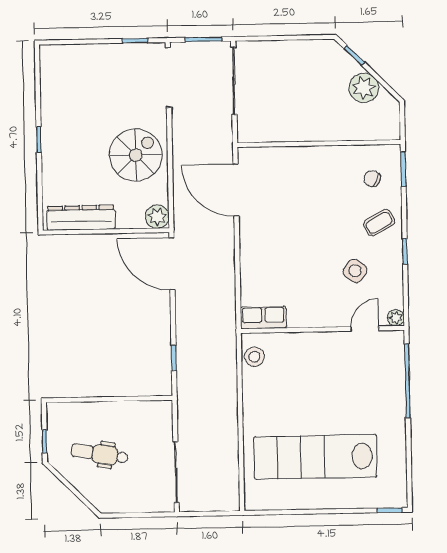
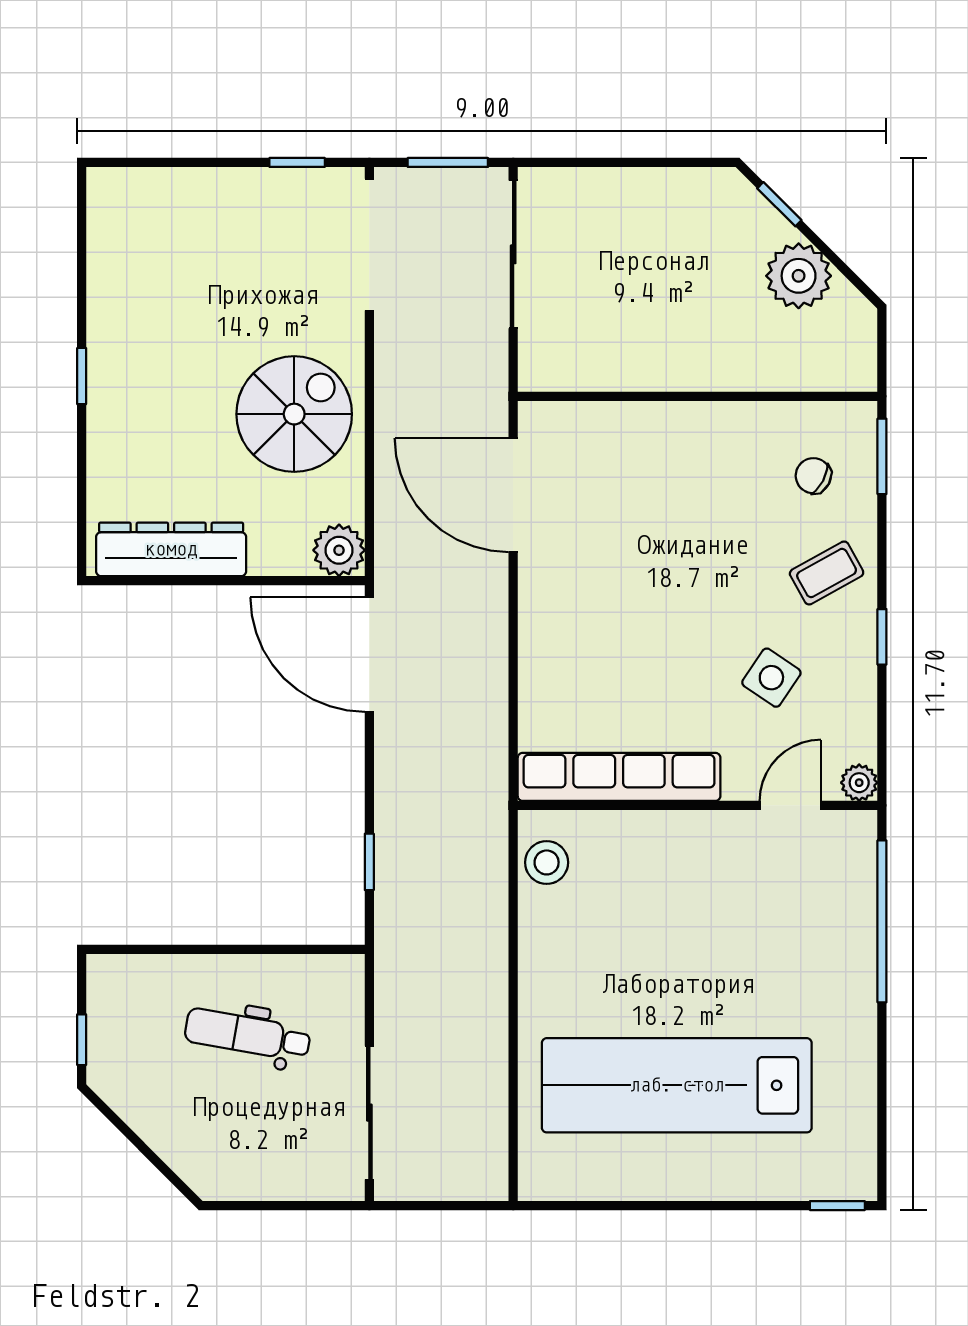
row of seats: (263, 318) -> (619, 777), width x2.02
dental chair: (99, 454) -> (248, 1035), moved

